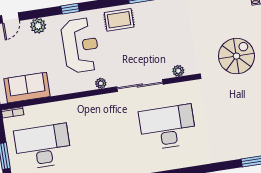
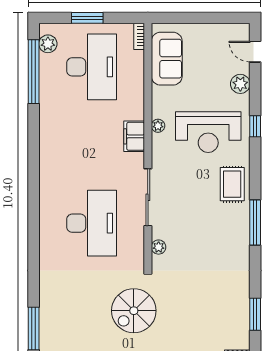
spiral stairs: (236, 56) -> (134, 311), moved, turned 90
plant: (101, 83) -> (158, 126), moved
filing cabinet: (93, 104) -> (134, 136), added

